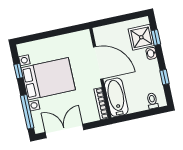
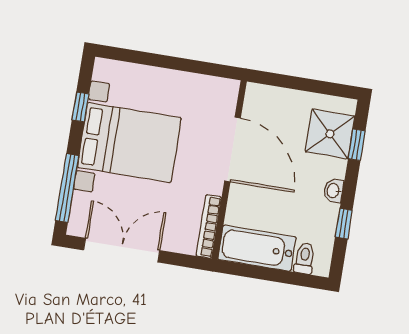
washbasin: (151, 53) -> (333, 191), moved
bathtub: (116, 97) -> (257, 248), moved, turned -90

